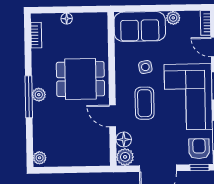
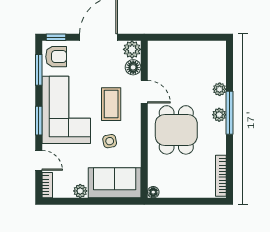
floor lamp: (67, 19) -> (153, 192), moved
bookcase: (36, 35) -> (221, 176), width x1.56
dining table: (80, 79) -> (176, 130), turned 90
armchair: (199, 149) -> (56, 57), turned -90
plant: (40, 158) -> (220, 89), moved

